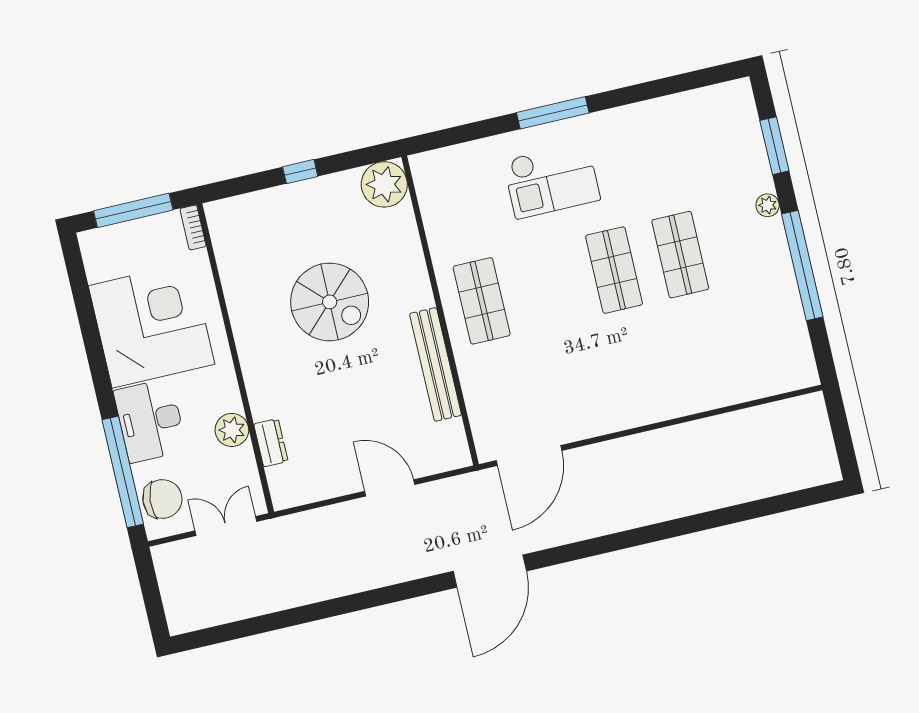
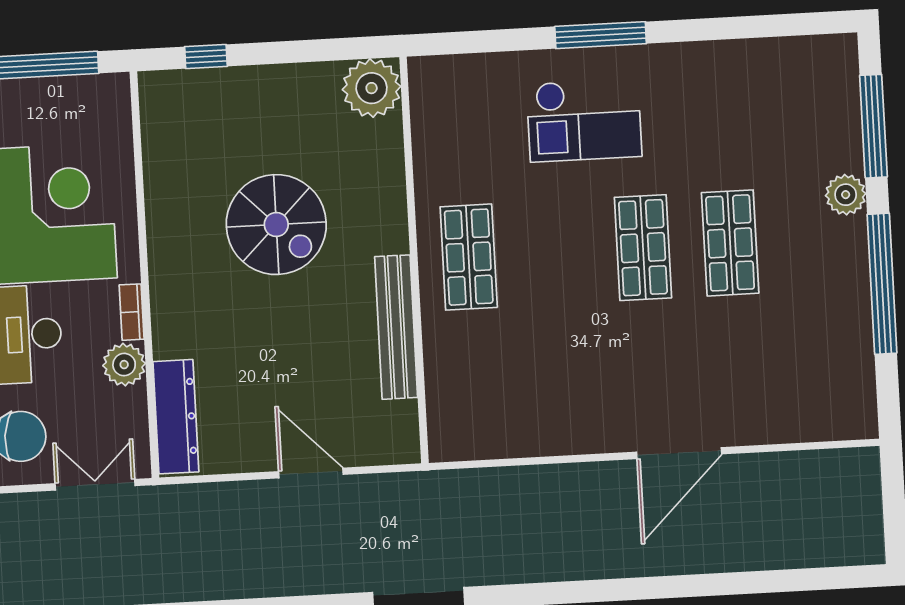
window: (774, 146) -> (873, 126), width x1.44
window: (300, 172) -> (206, 56), moved
plant: (768, 205) -> (846, 195), width x1.38, depth x1.38
bookcase: (193, 228) -> (132, 312), moved
dresser: (271, 443) -> (176, 417), width x1.96, depth x1.24
door: (529, 455) -> (679, 453), moved

